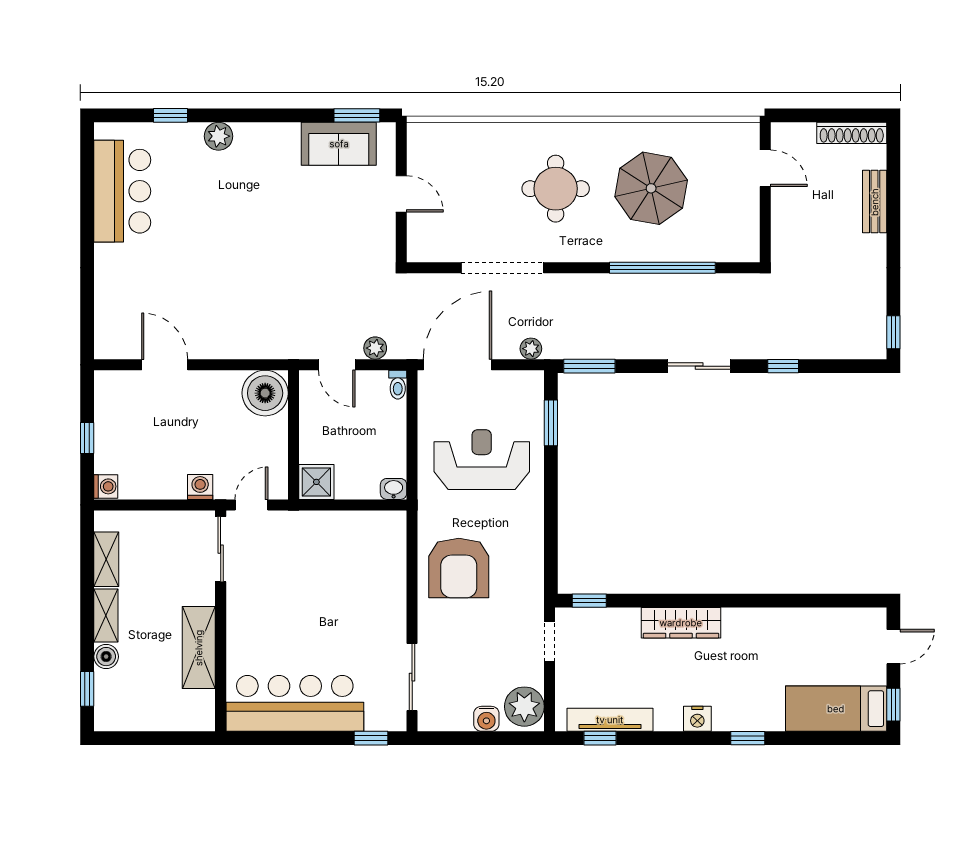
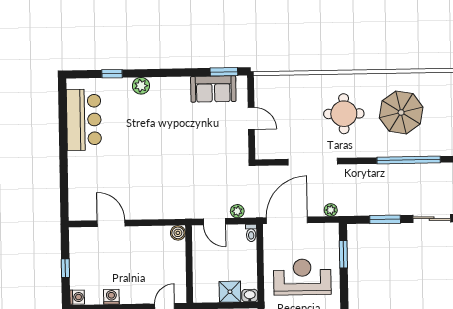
window: (589, 366) -> (385, 219), moved
boiler: (265, 393) -> (178, 233), width x0.54, depth x0.54
shower: (316, 482) -> (230, 292), moved
washing machine: (200, 487) -> (111, 297), moved

